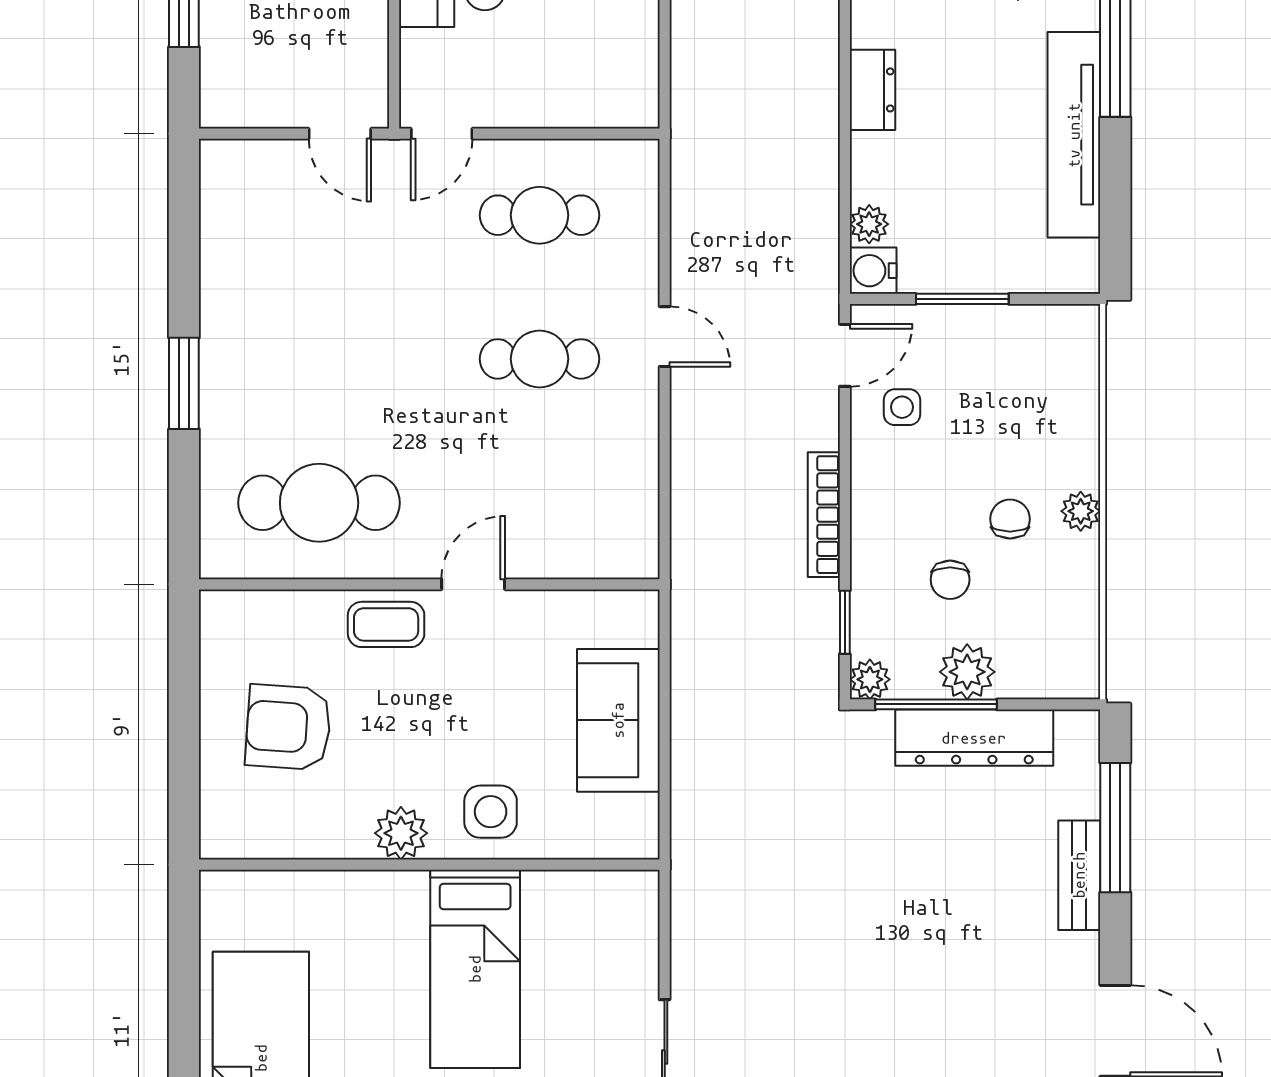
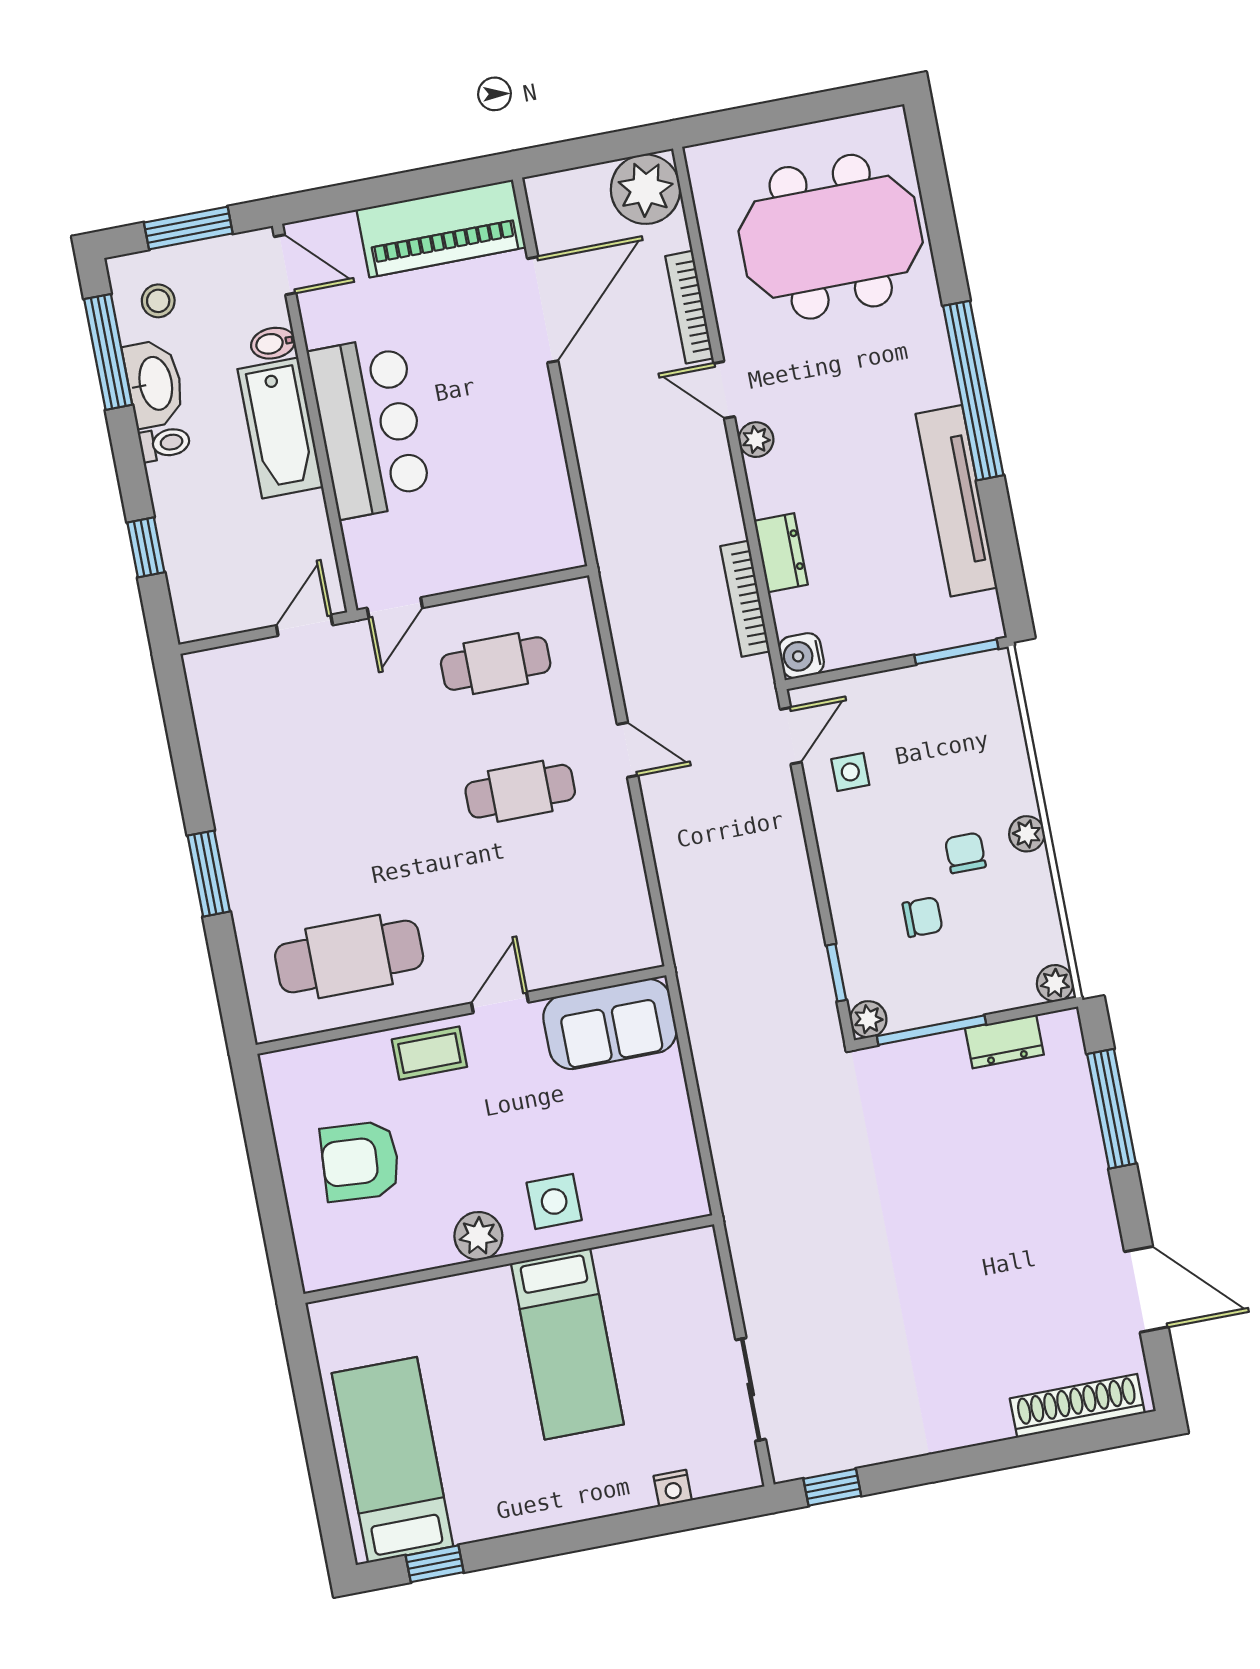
dresser: (873, 90) -> (781, 553), moved
door: (340, 134) -> (304, 625), swing flipped
plant: (869, 224) -> (756, 440), moved
window: (962, 299) -> (956, 652), moved
bookcase: (824, 515) -> (745, 599), moved
chair: (950, 580) -> (923, 917), turned -90
plant: (967, 672) -> (1055, 983), moved, width x0.73, depth x0.73
sofa: (618, 720) -> (610, 1024), moved, turned -90
dresser: (974, 738) -> (1004, 1042), width x0.51, depth x0.80
bench: (1079, 875) -> (1088, 1157), removed

